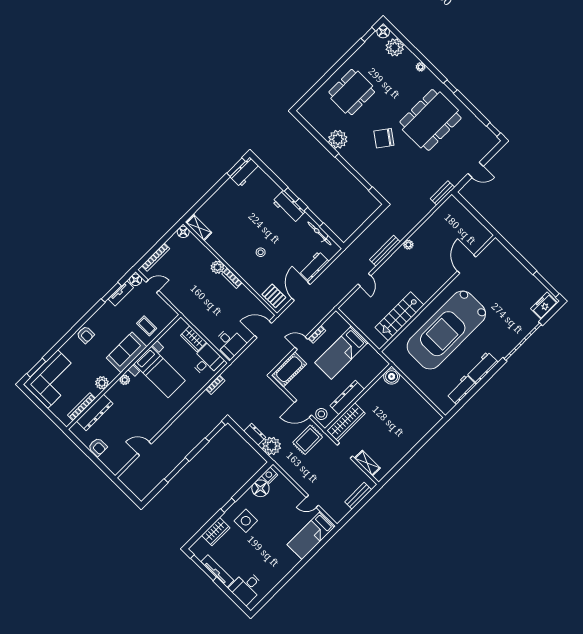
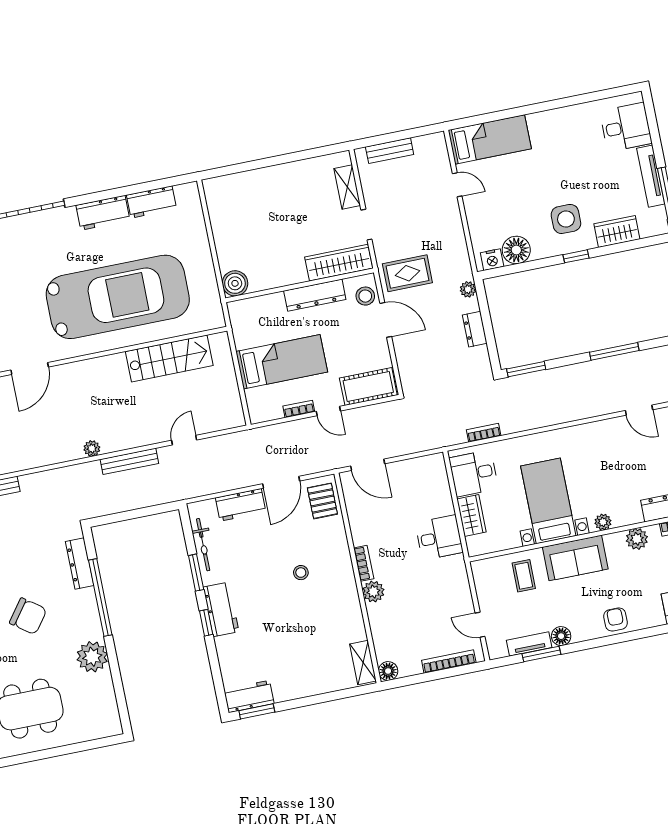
dresser: (376, 182) -> (80, 563), added
floor lamp: (136, 280) -> (561, 636), moved
desk: (230, 343) -> (439, 538), moved, turned 90
plant: (272, 446) -> (468, 289), width x0.53, depth x0.53

